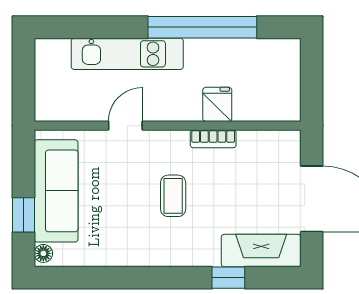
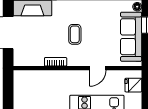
fridge: (217, 104) -> (133, 85), moved, turned 90

